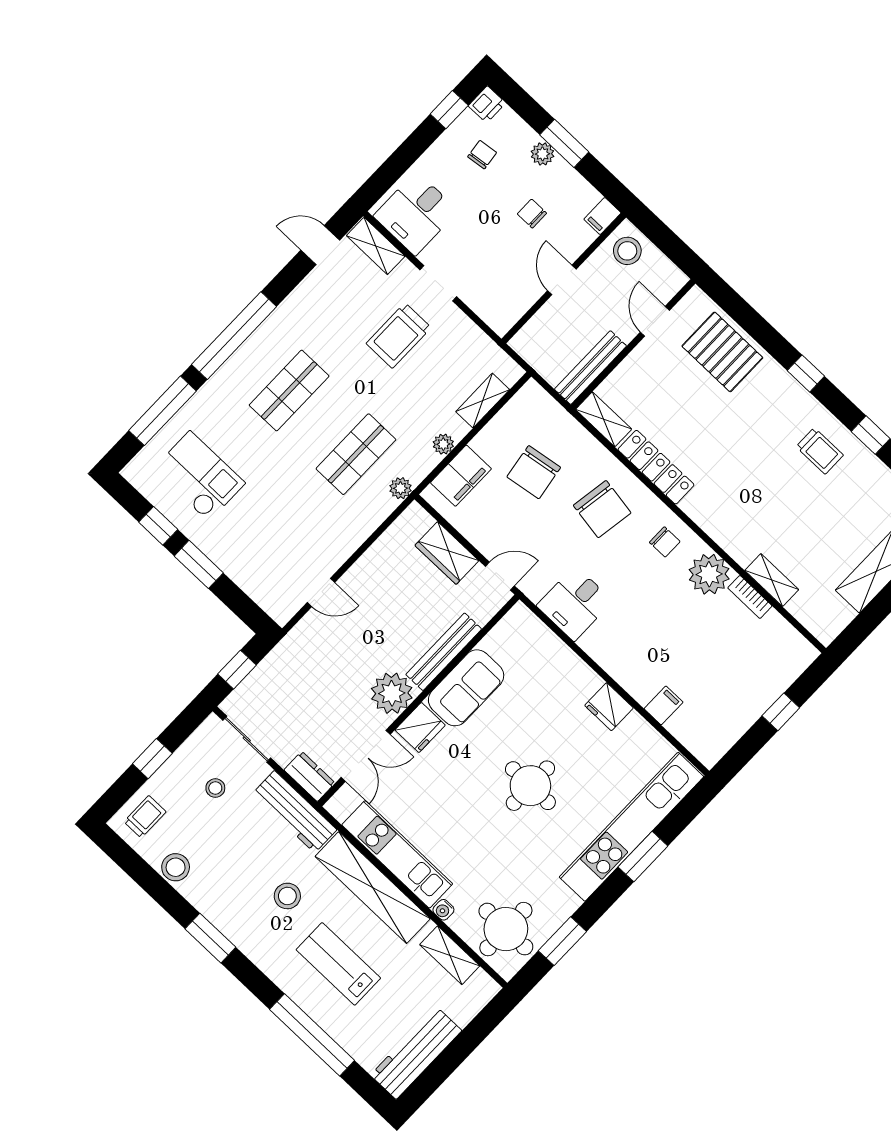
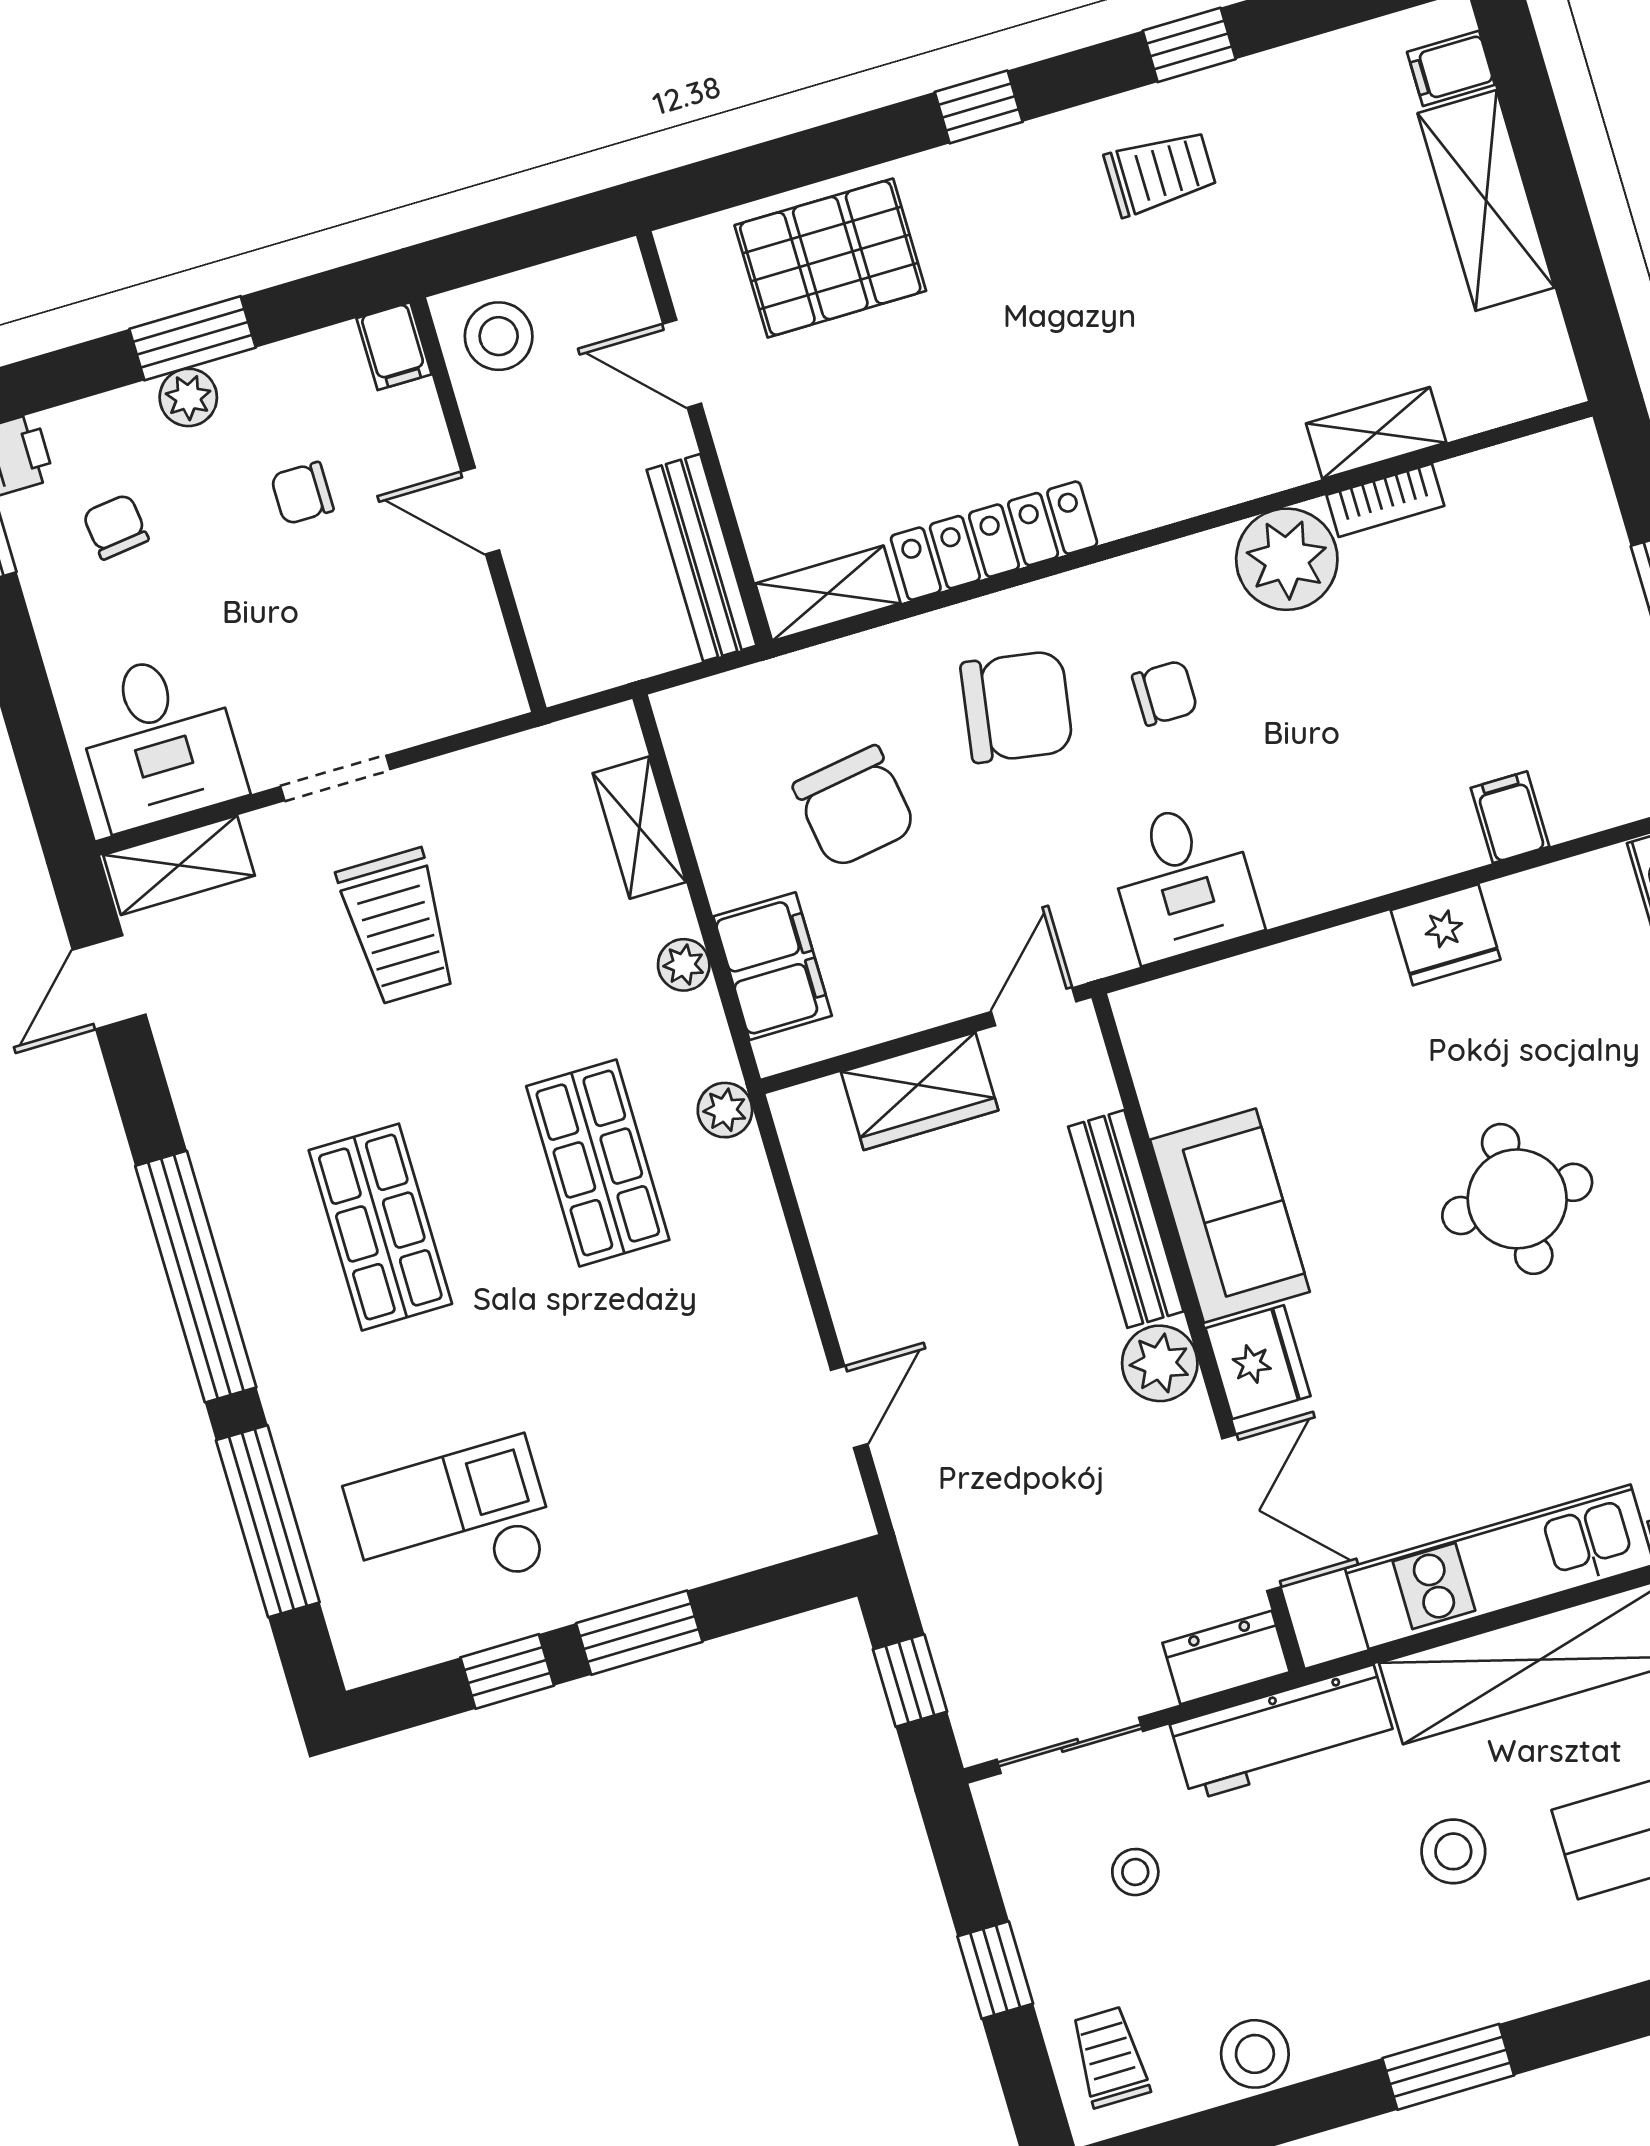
chair: (665, 542) -> (1165, 693), moved
plant: (392, 693) -> (1160, 1363), width x0.73, depth x0.73

